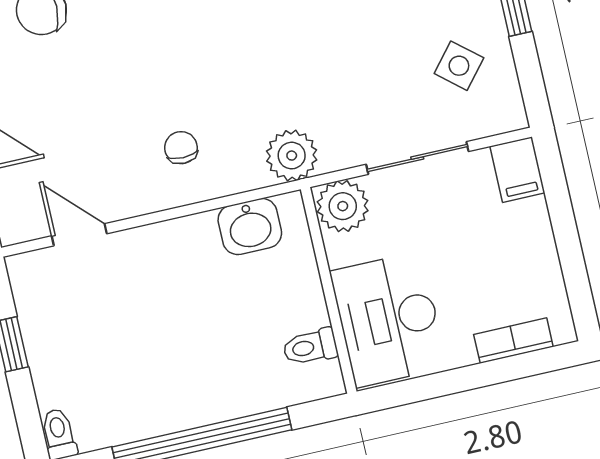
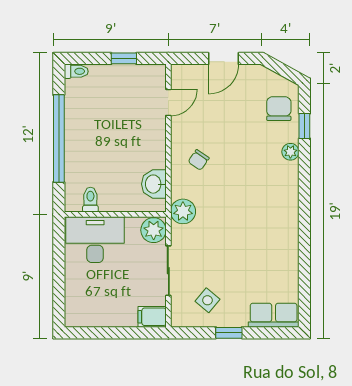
chair: (181, 148) -> (199, 160), turned 125
bookcase: (513, 341) -> (72, 296), removed

